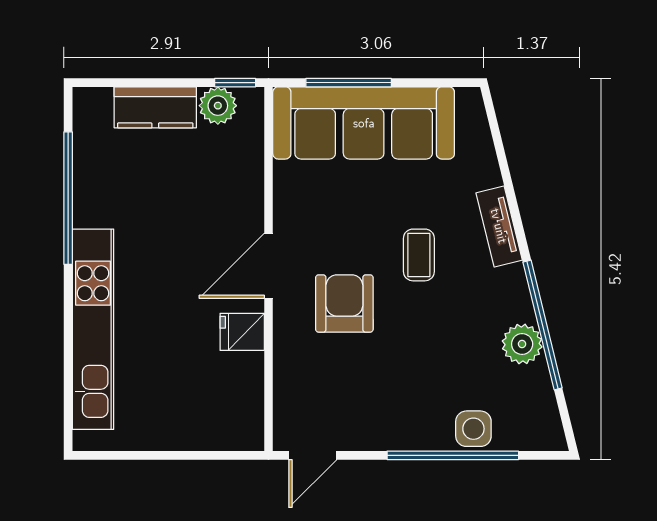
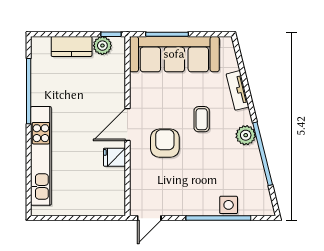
tv unit: (499, 226) -> (238, 90), moved
plant: (522, 344) -> (246, 135), moved

